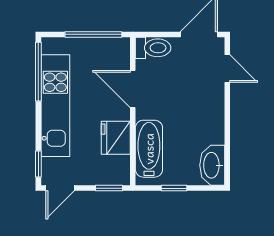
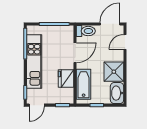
door: (227, 69) -> (125, 42), swing flipped
door: (133, 89) -> (75, 53), swing flipped
shower: (206, 125) -> (114, 72), added

